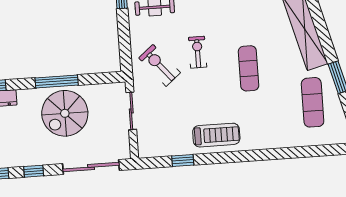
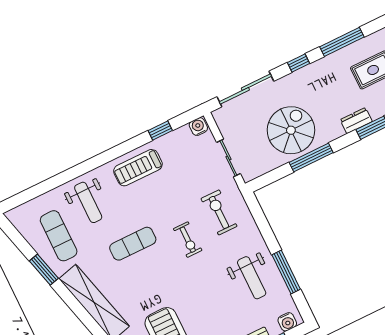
exercise bike: (160, 65) -> (219, 212), turned -140
exercise mat: (249, 68) -> (133, 244), turned 90
weight bench: (274, 122) -> (88, 202), added
water cooler: (147, 150) -> (198, 127), added

